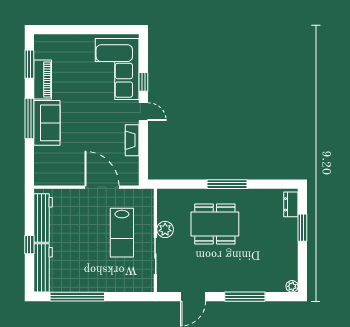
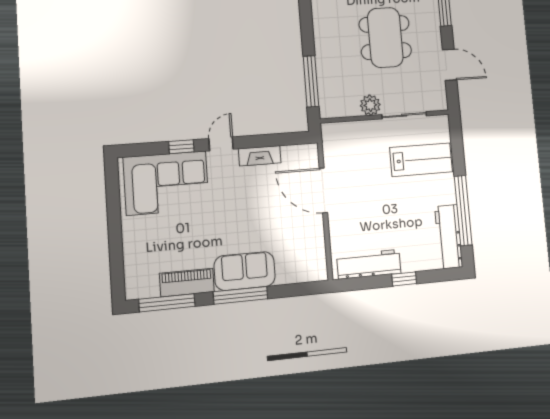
window: (29, 64) -> (167, 303), width x1.44
window: (227, 184) -> (311, 81), moved
door: (102, 187) -> (323, 190), hinge flipped
dining table: (215, 224) -> (385, 38), moved
lab bench: (122, 233) -> (421, 160), moved
workbench: (43, 268) -> (449, 237), moved, turned -90

